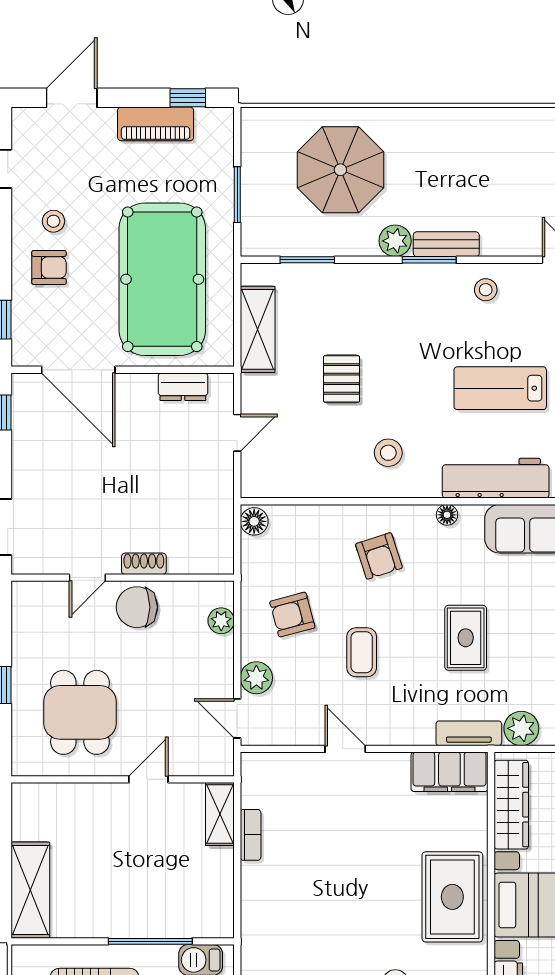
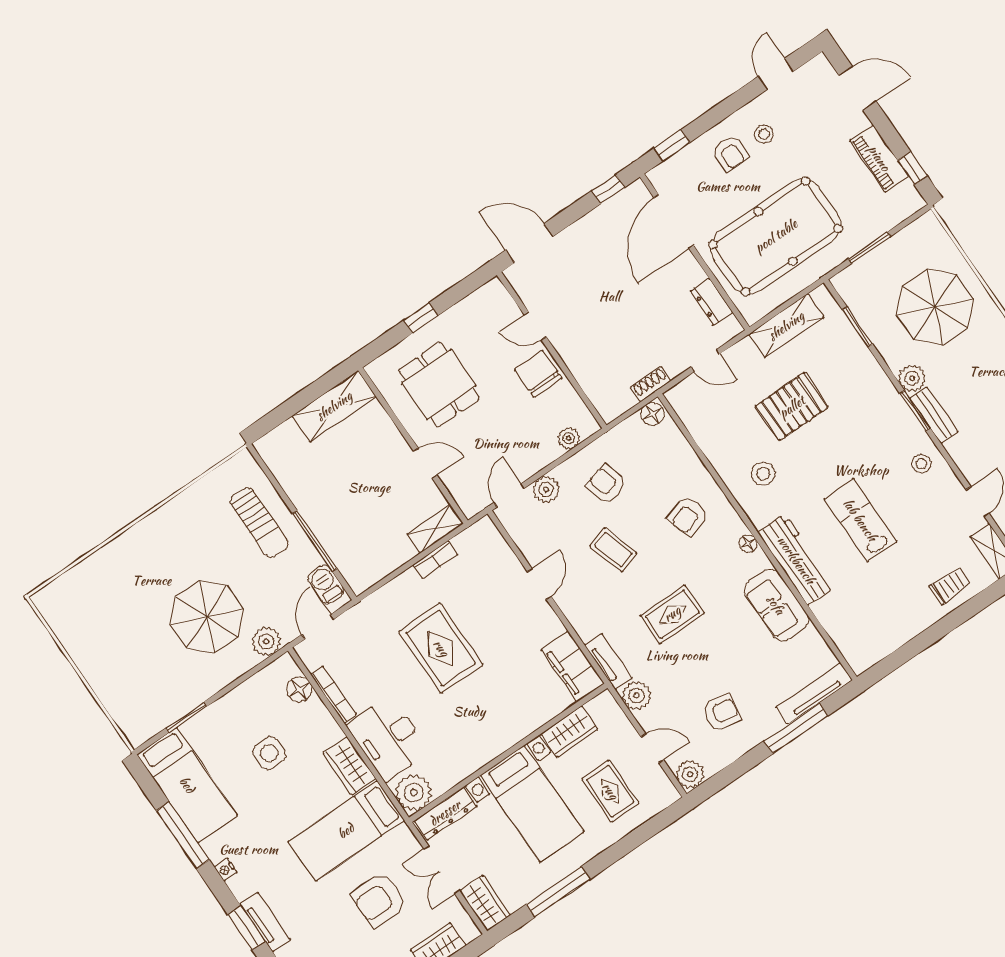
pallet: (341, 379) -> (792, 407), width x1.50, depth x1.42
shoe rack: (144, 564) -> (651, 384), moved, turned -90
coffee table: (362, 652) -> (613, 550), turned 73
dining table: (80, 712) -> (439, 384), turned 90
wardrobe: (511, 805) -> (569, 731), width x0.67
shelving: (30, 890) -> (334, 406), moved
rug: (452, 897) -> (441, 648), moved, turned 90

